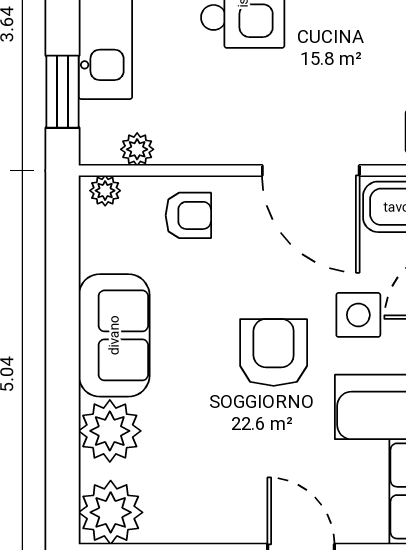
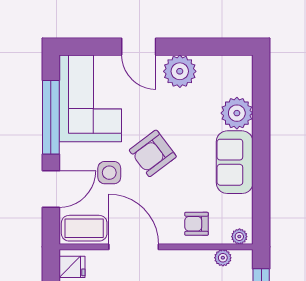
armchair: (274, 353) -> (153, 153), turned 53
plant: (111, 512) -> (180, 71), moved

